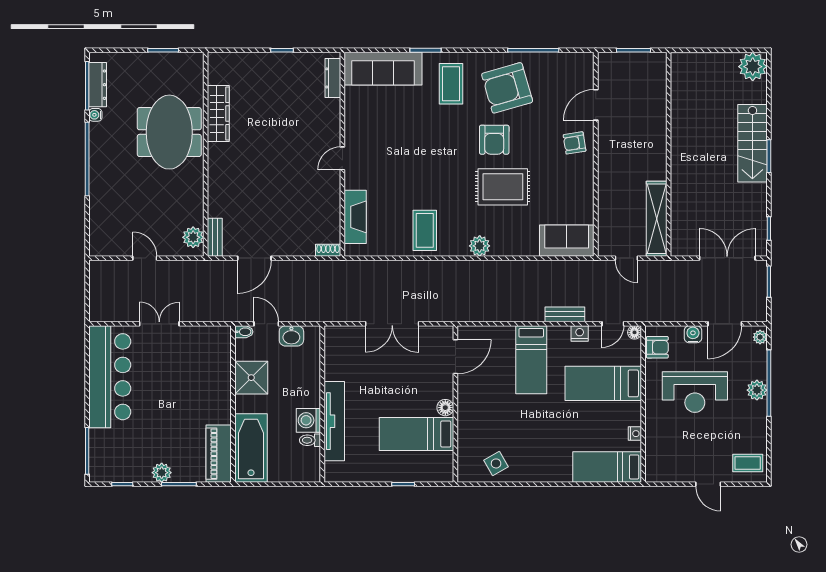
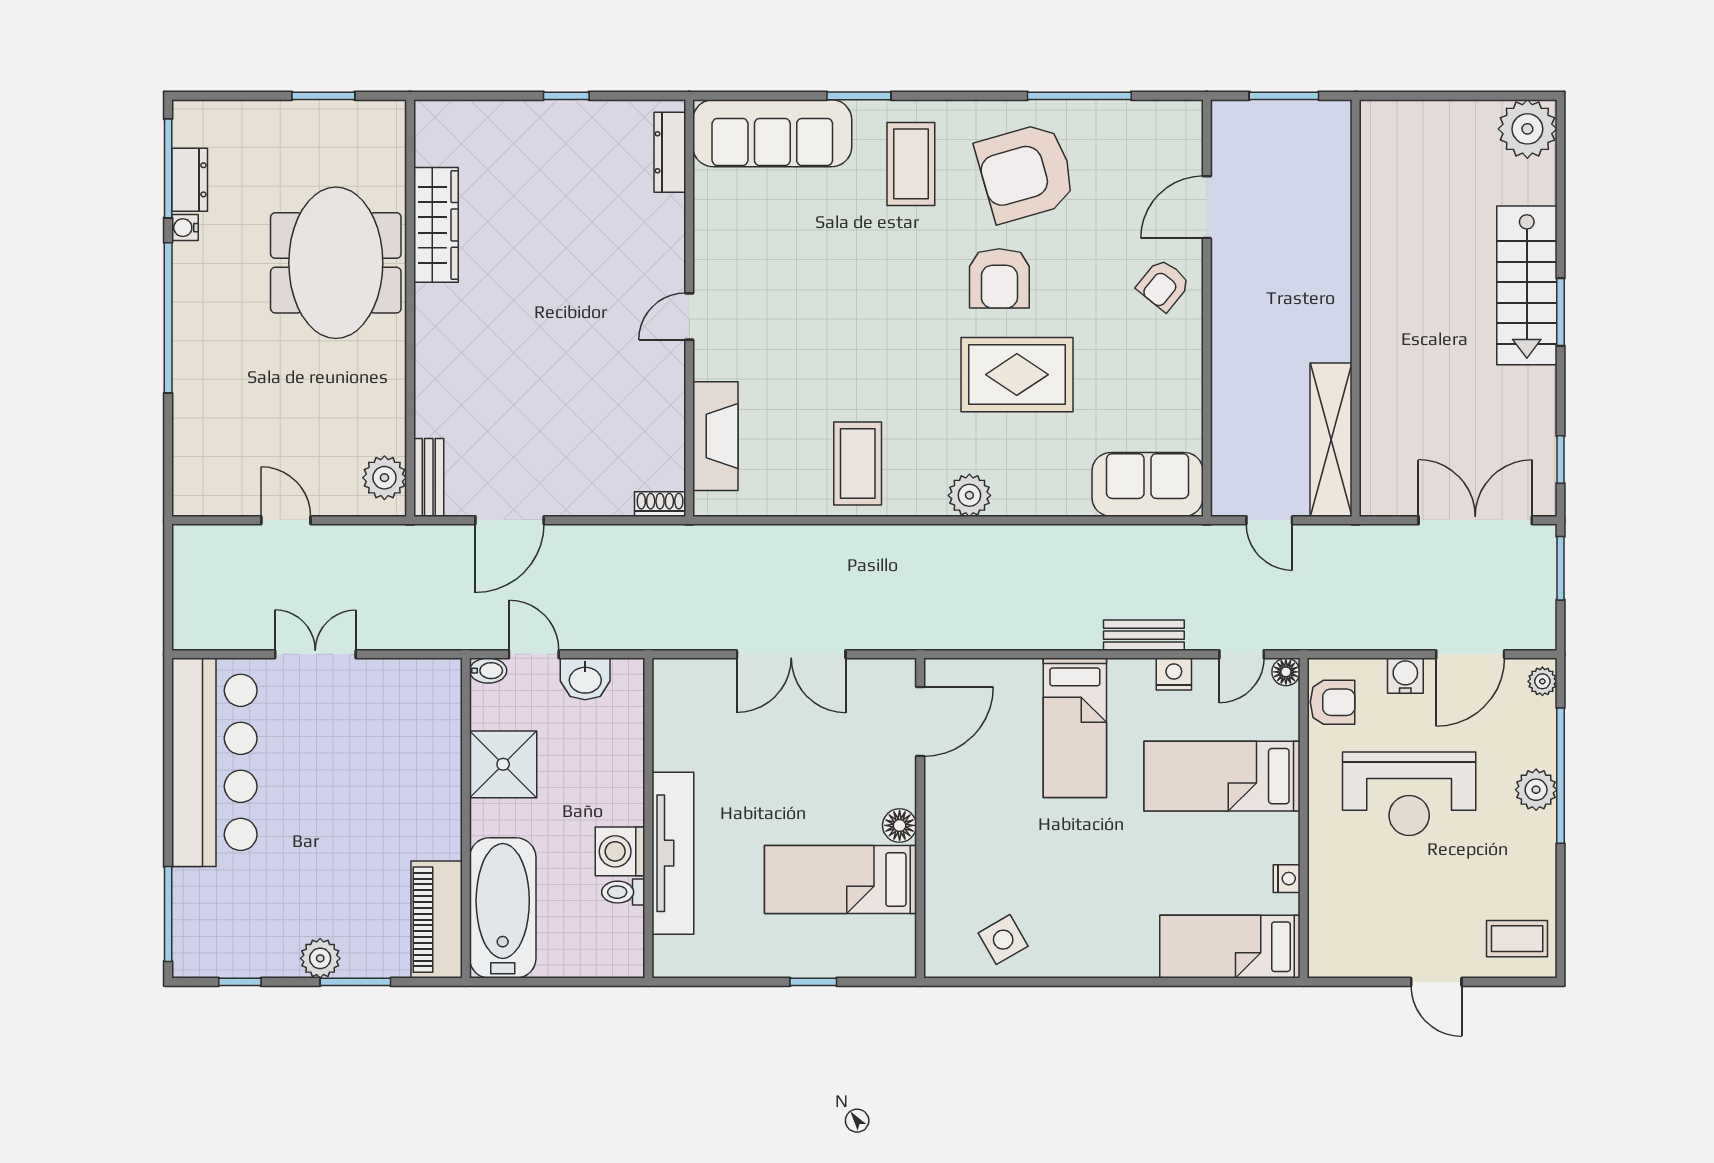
dresser: (98, 85) -> (190, 180), width x0.70
armchair: (575, 143) -> (1163, 285), turned -42

